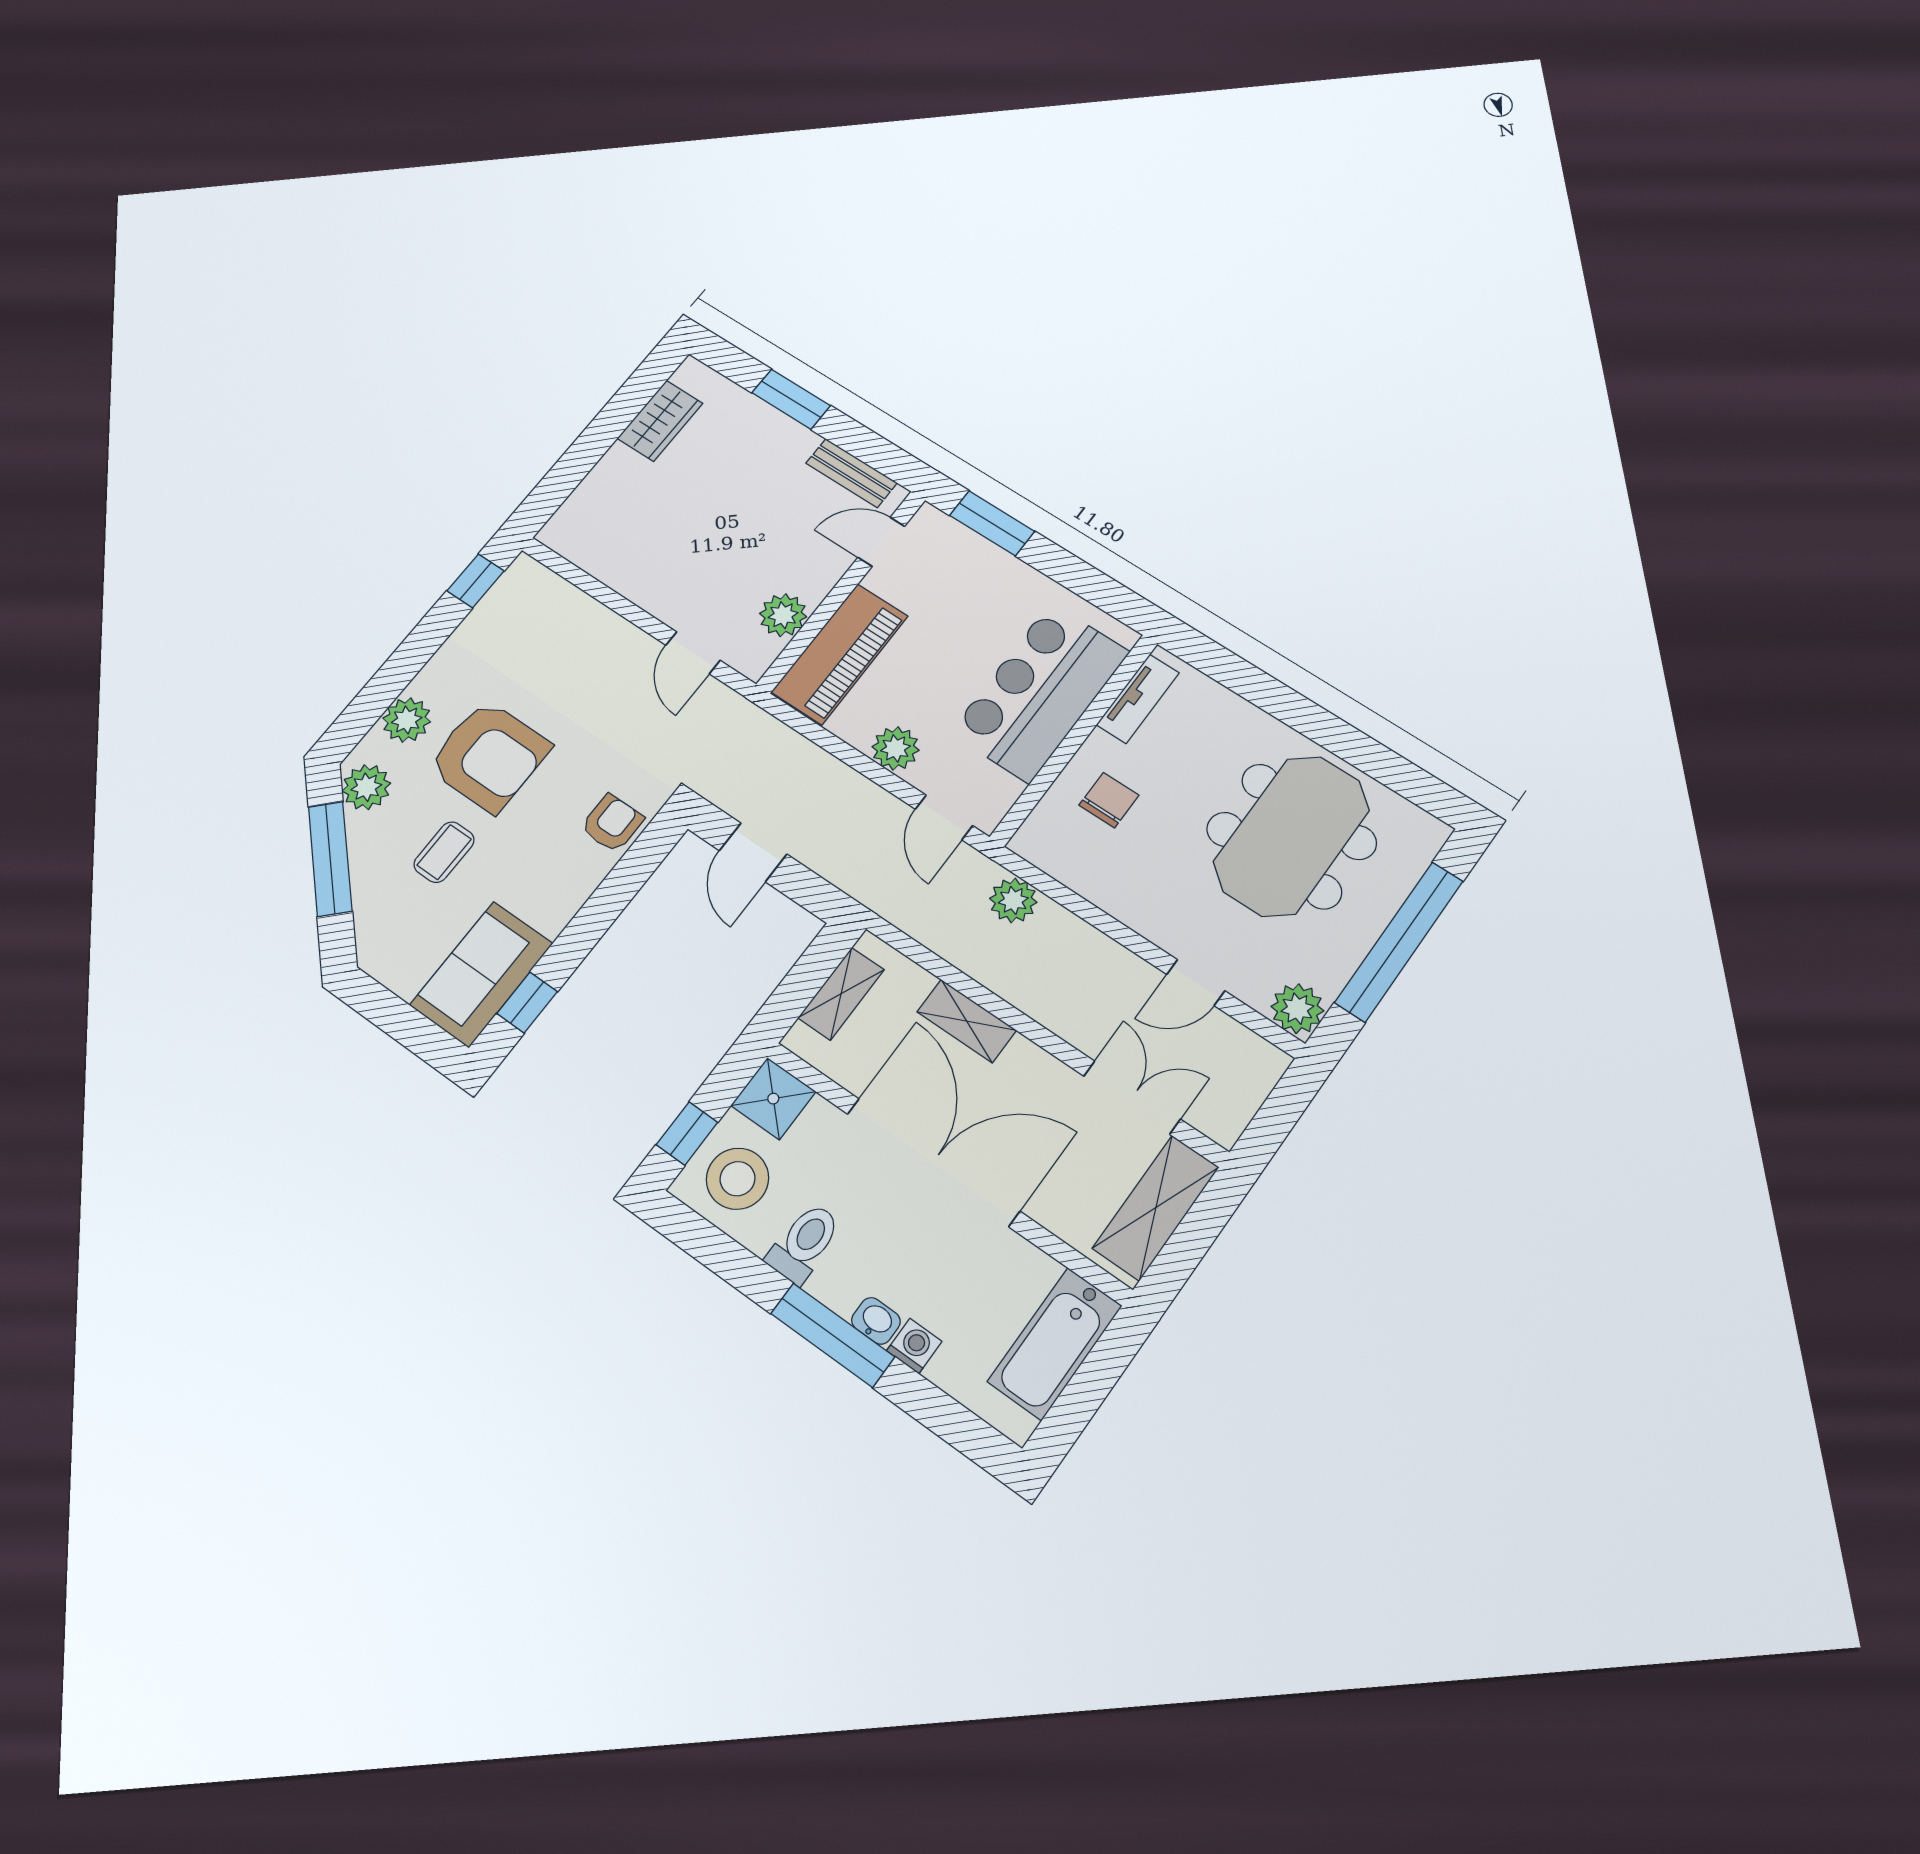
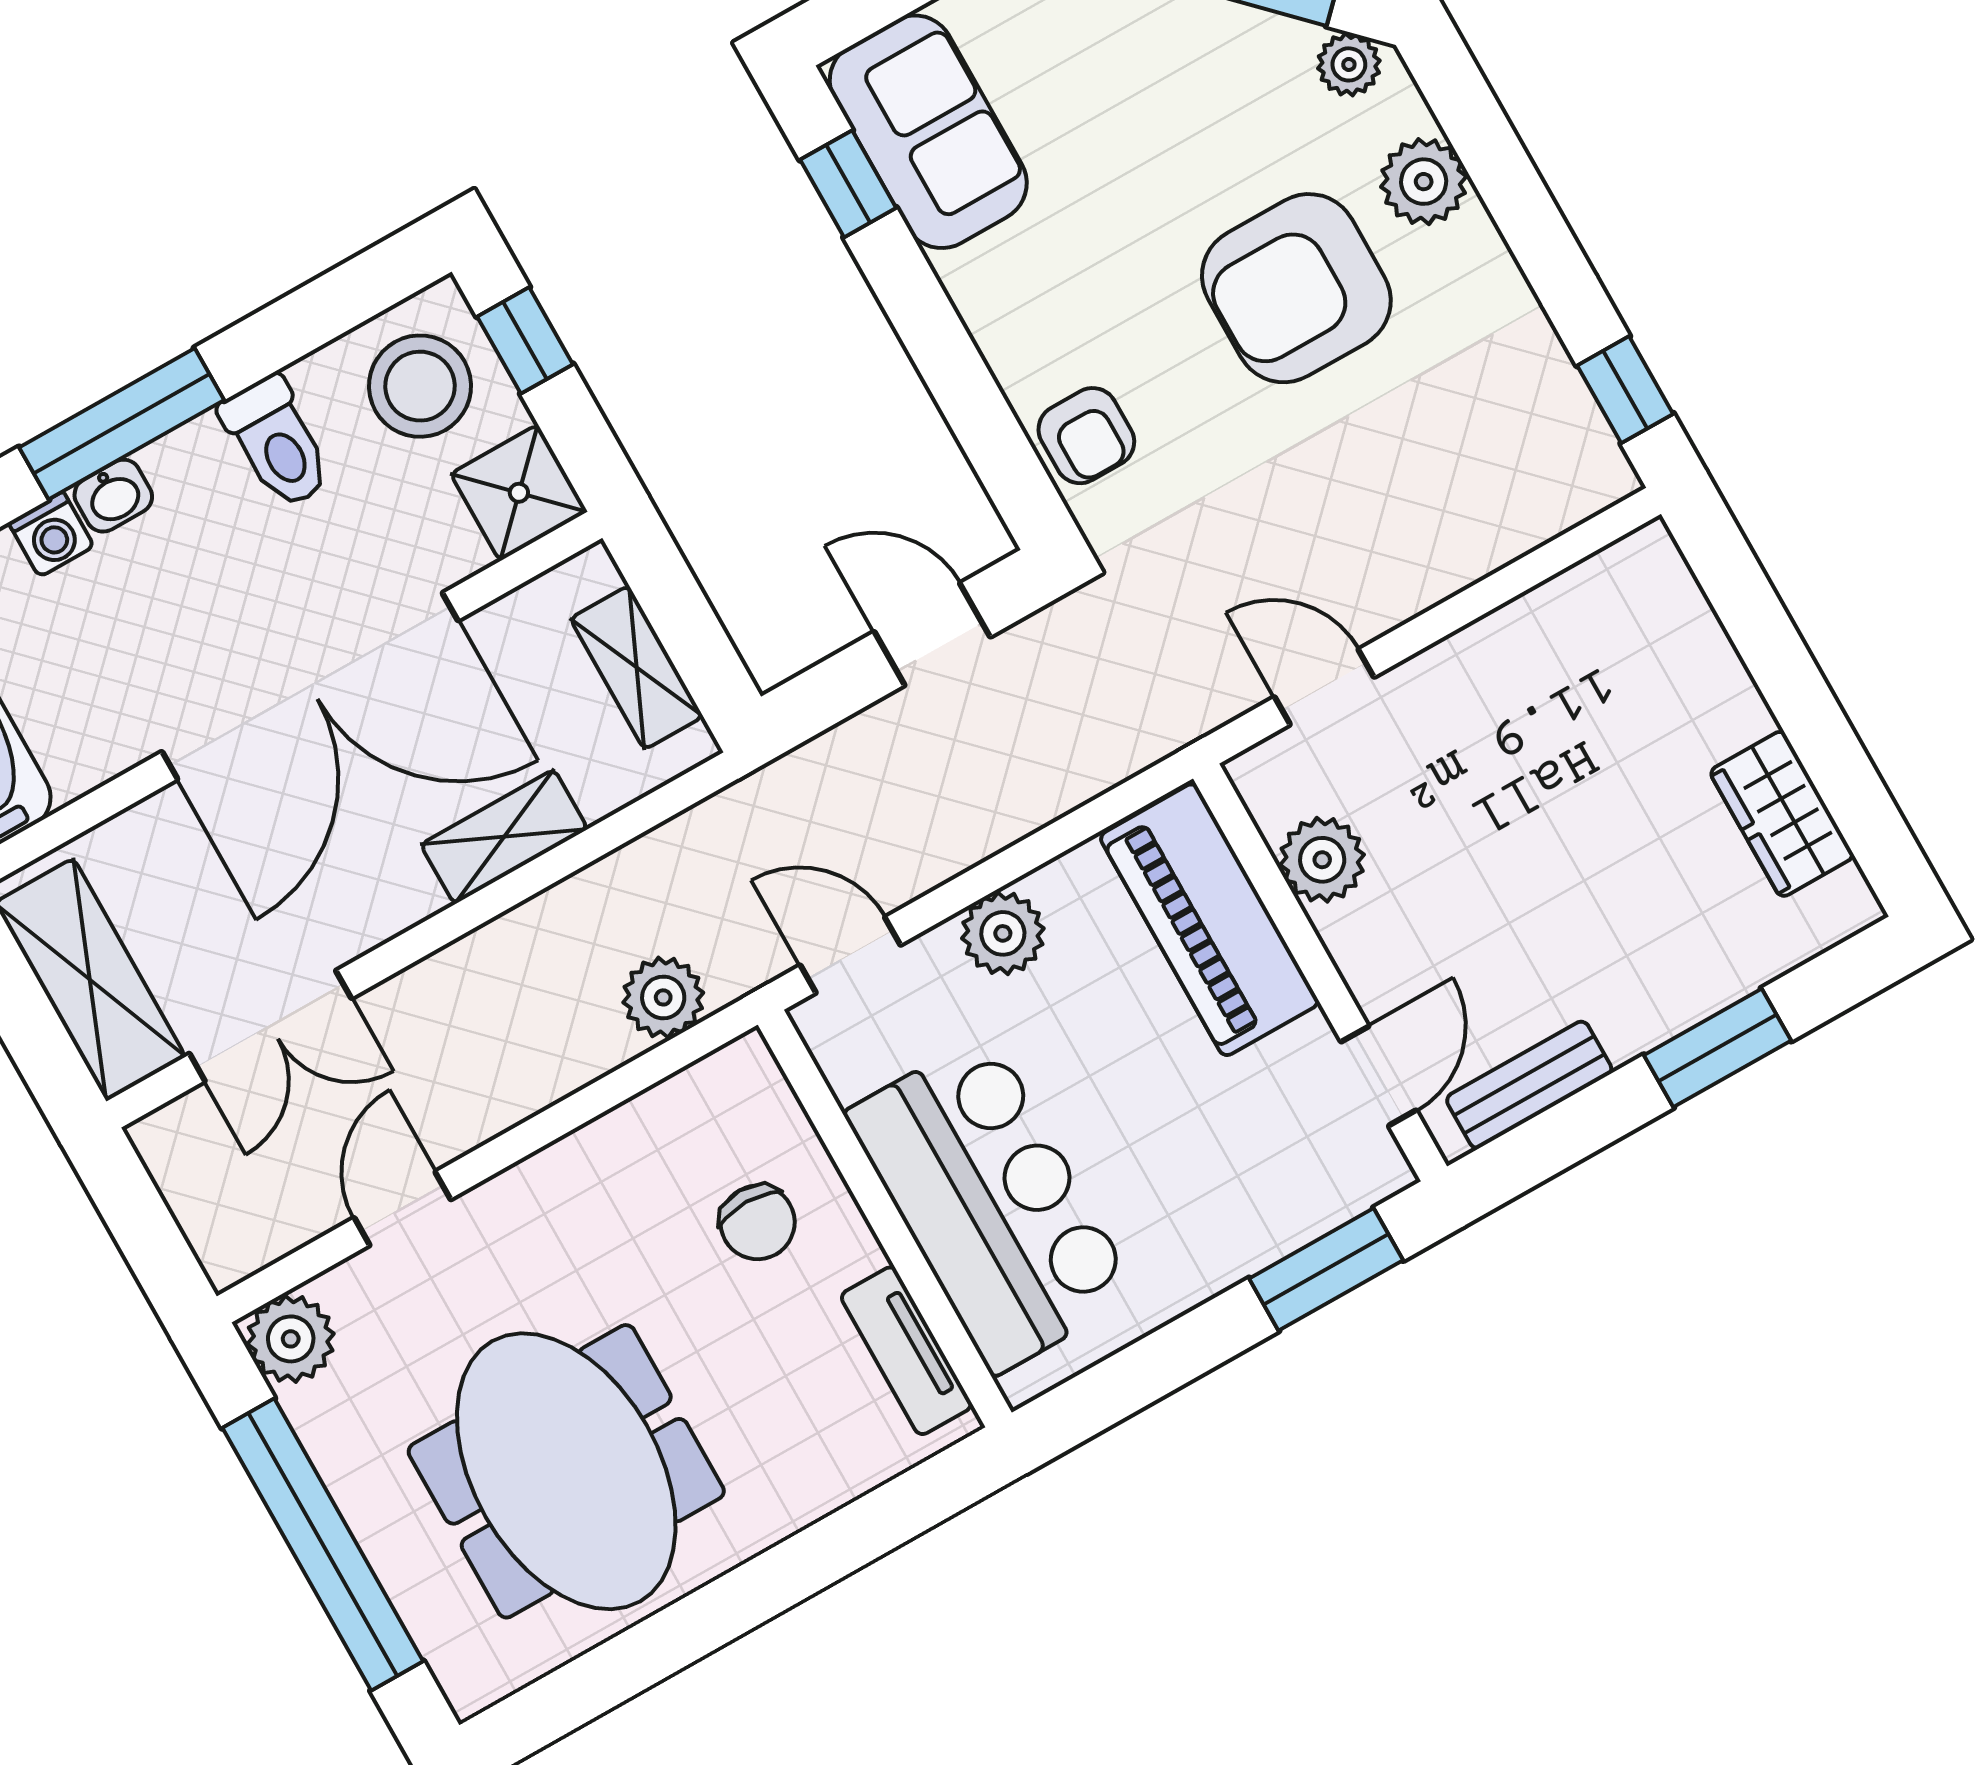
plant: (366, 787) -> (1349, 64), width x0.73, depth x0.73
coffee table: (444, 852) -> (1162, 153), removed

